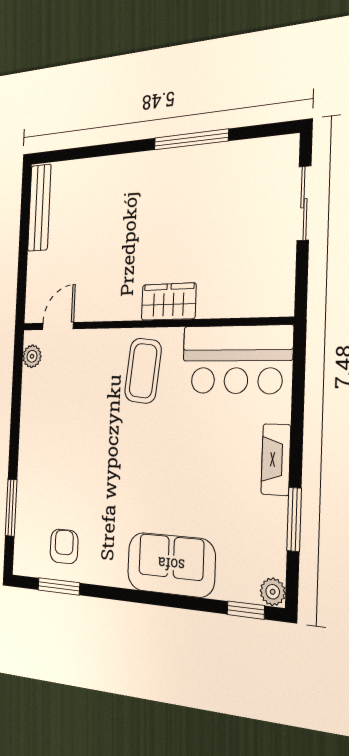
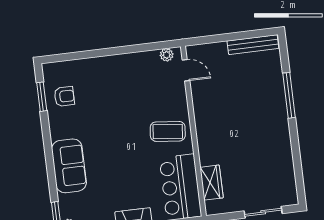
window: (191, 139) -> (289, 95), moved
wardrobe: (169, 302) -> (212, 183), moved
window: (11, 508) -> (78, 56), removed

